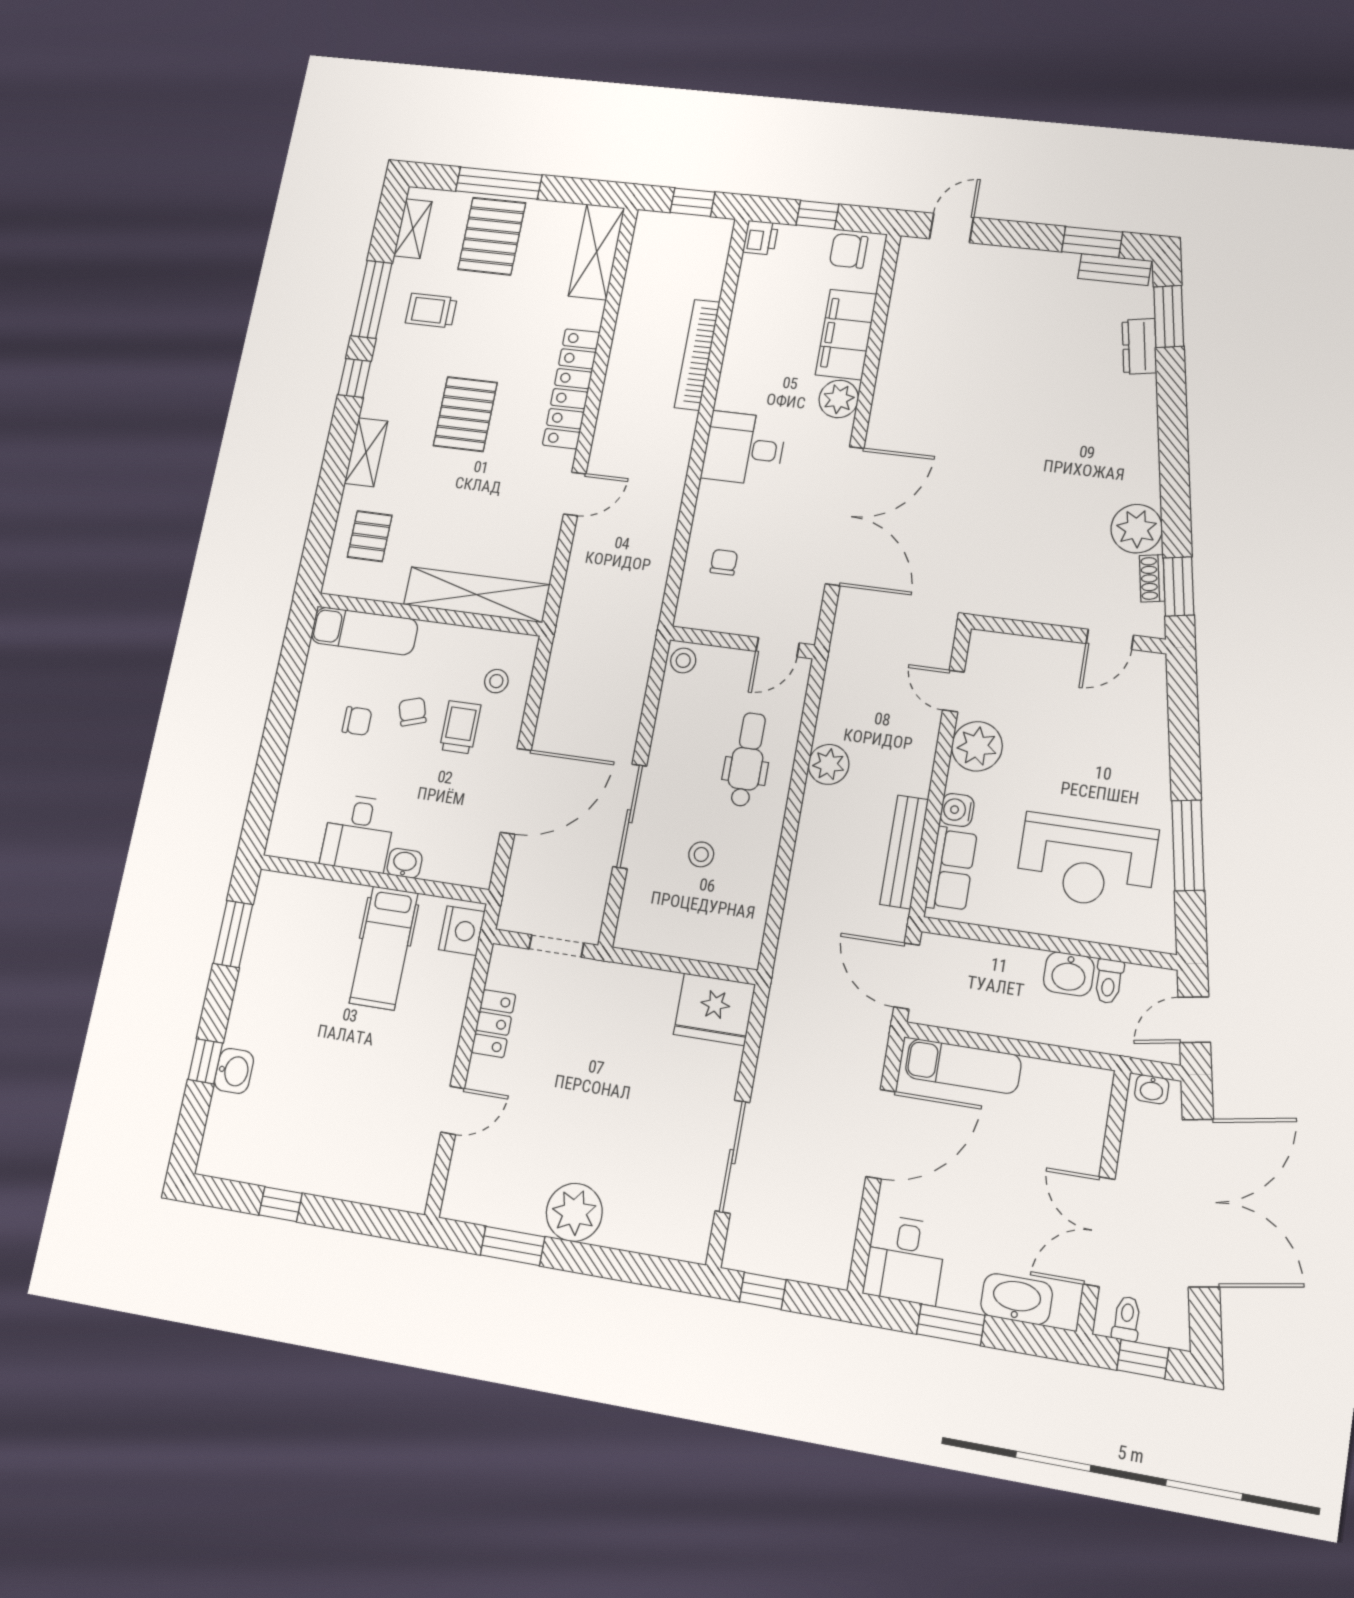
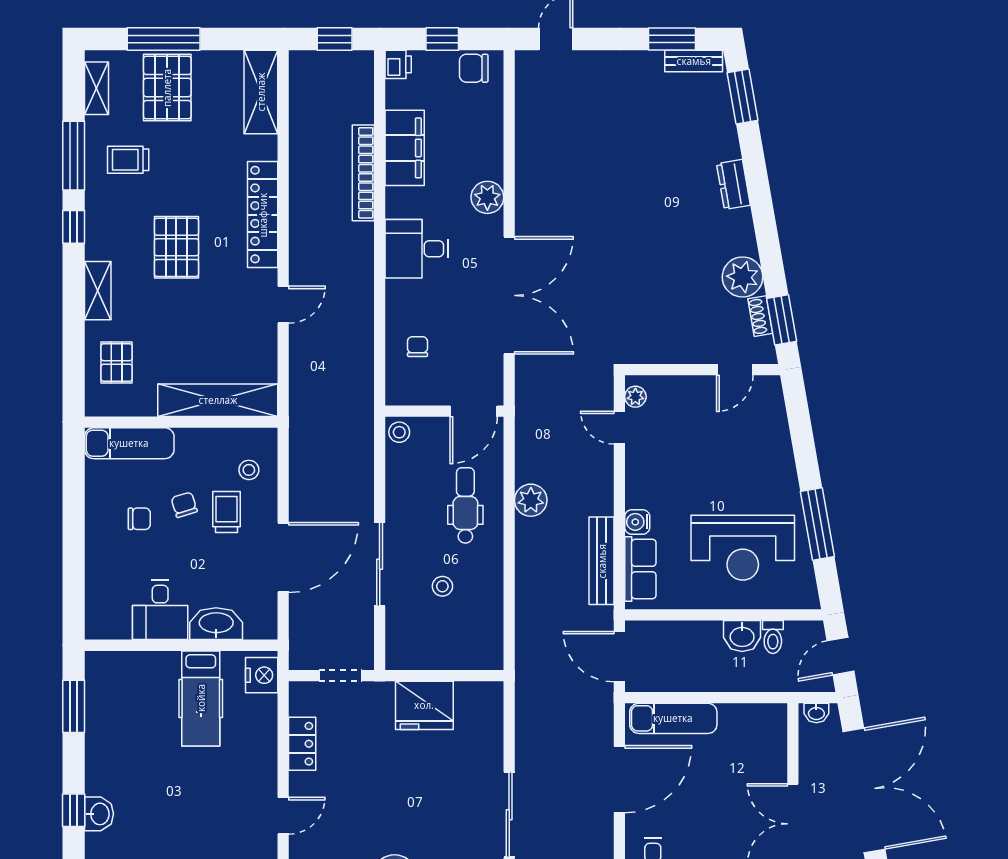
filing cabinet: (846, 334) -> (405, 148), moved, turned 180
dresser: (1139, 346) -> (733, 184), moved
door: (778, 647) -> (474, 411), width x1.38
plant: (977, 746) -> (635, 397), moved, width x0.53, depth x0.53
washbasin: (405, 863) -> (216, 624), width x1.91, depth x1.45
fridge: (714, 1009) -> (424, 705), moved

